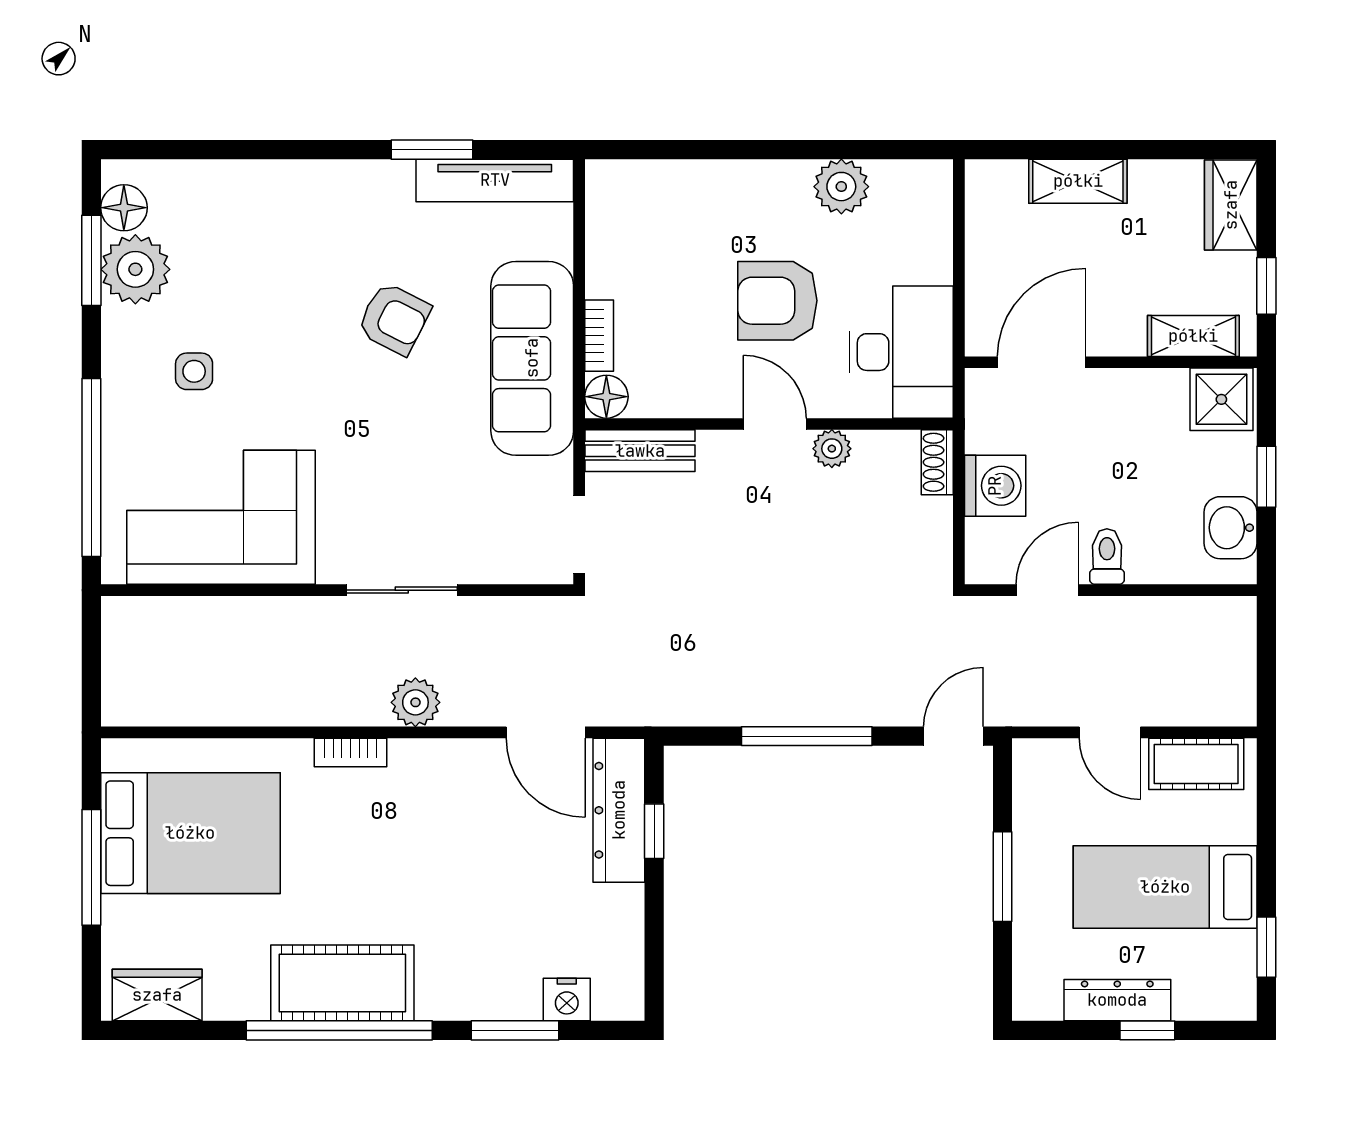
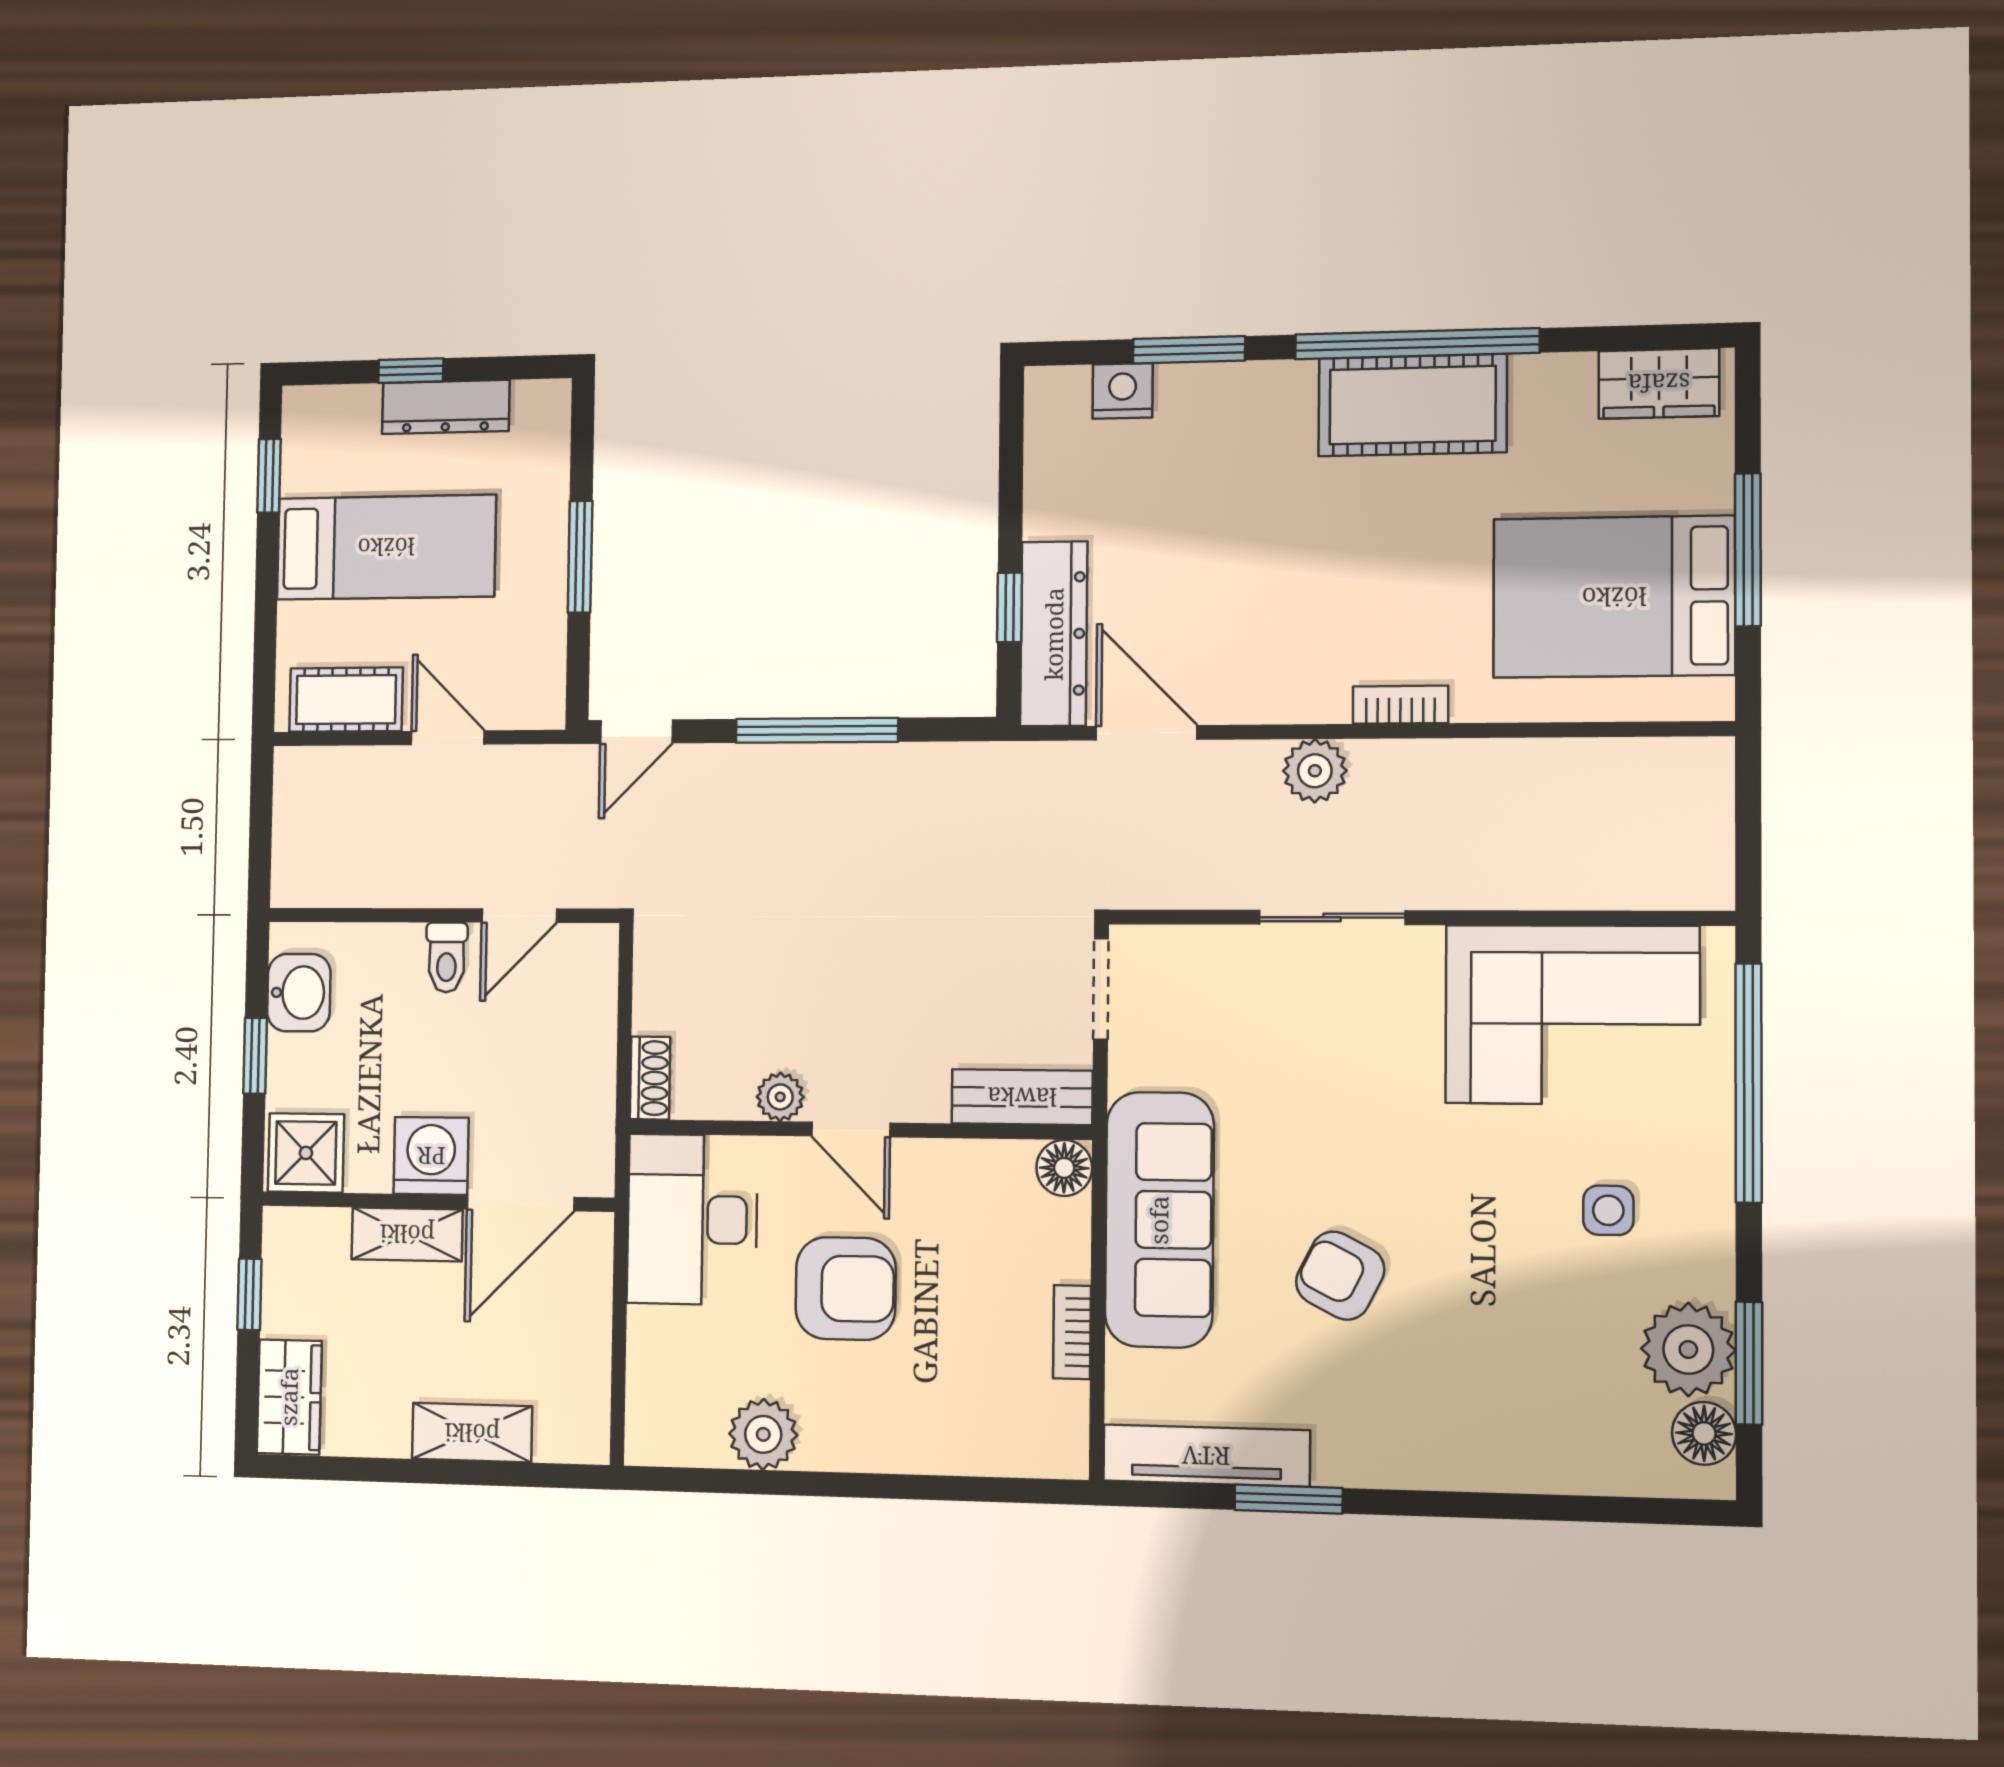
bookcase: (599, 336) -> (1072, 1332), moved
shelving: (1193, 336) -> (407, 1234), moved
washing machine: (995, 486) -> (431, 1156), moved, turned 90

